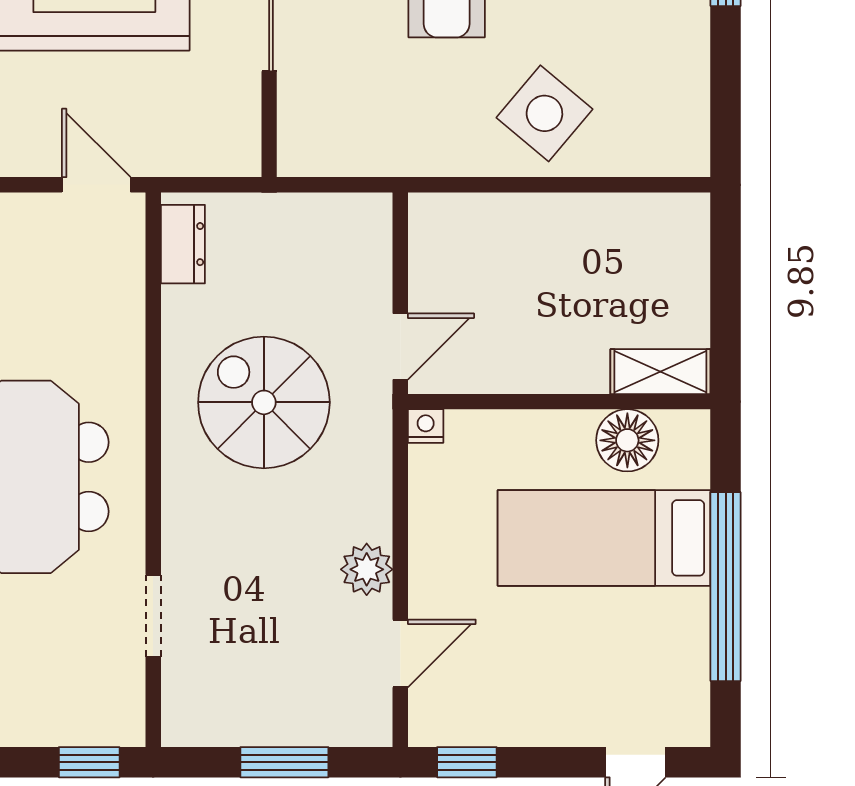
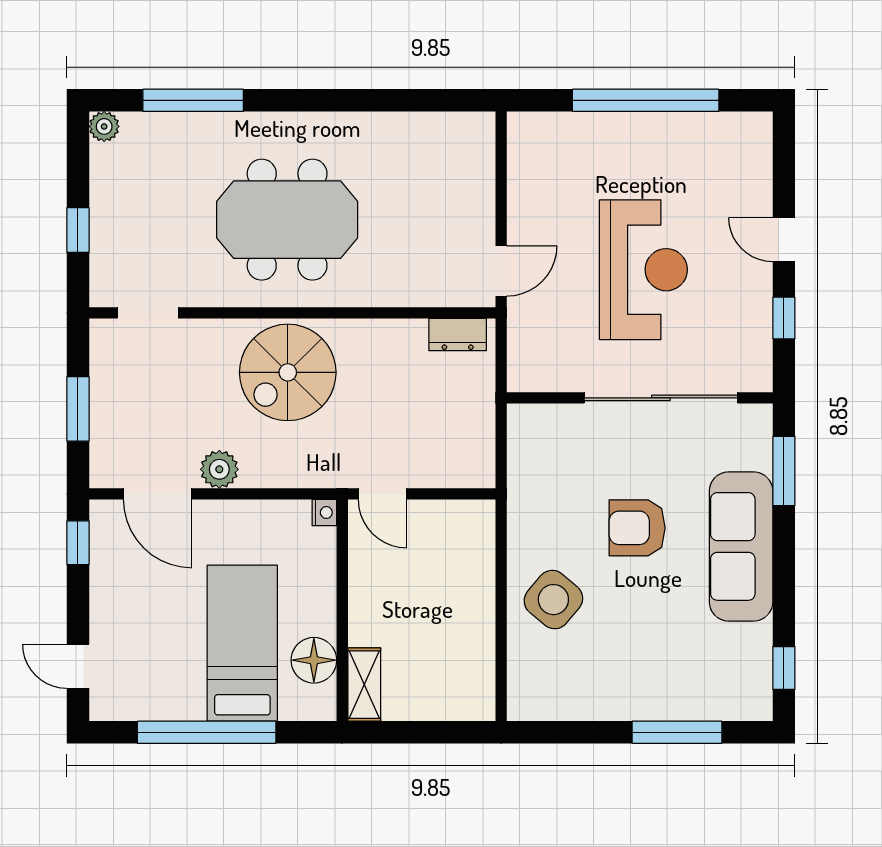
spiral stairs: (264, 402) -> (288, 372), moved, turned 180
doorway: (153, 616) -> (148, 313), moved
door: (400, 653) -> (158, 494), width x1.37
window: (89, 762) -> (78, 230), moved

